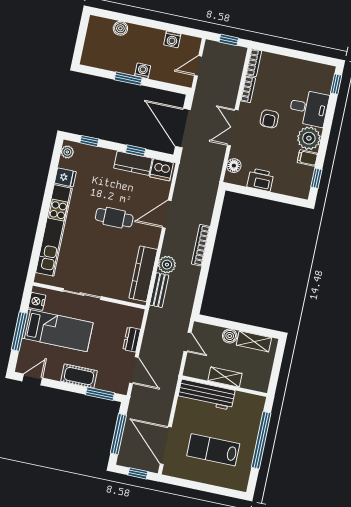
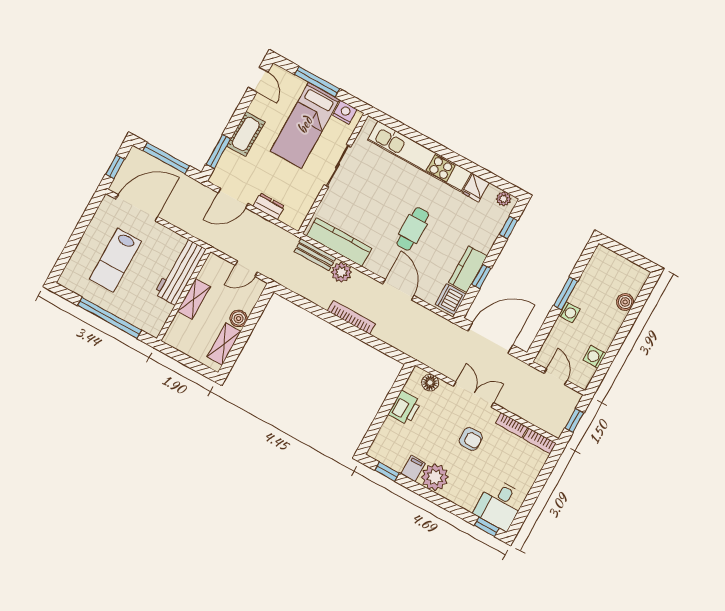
desk: (309, 108) -> (500, 504), moved
armchair: (269, 119) -> (471, 439), turned 180
lab bench: (213, 450) -> (115, 260), turned 180

